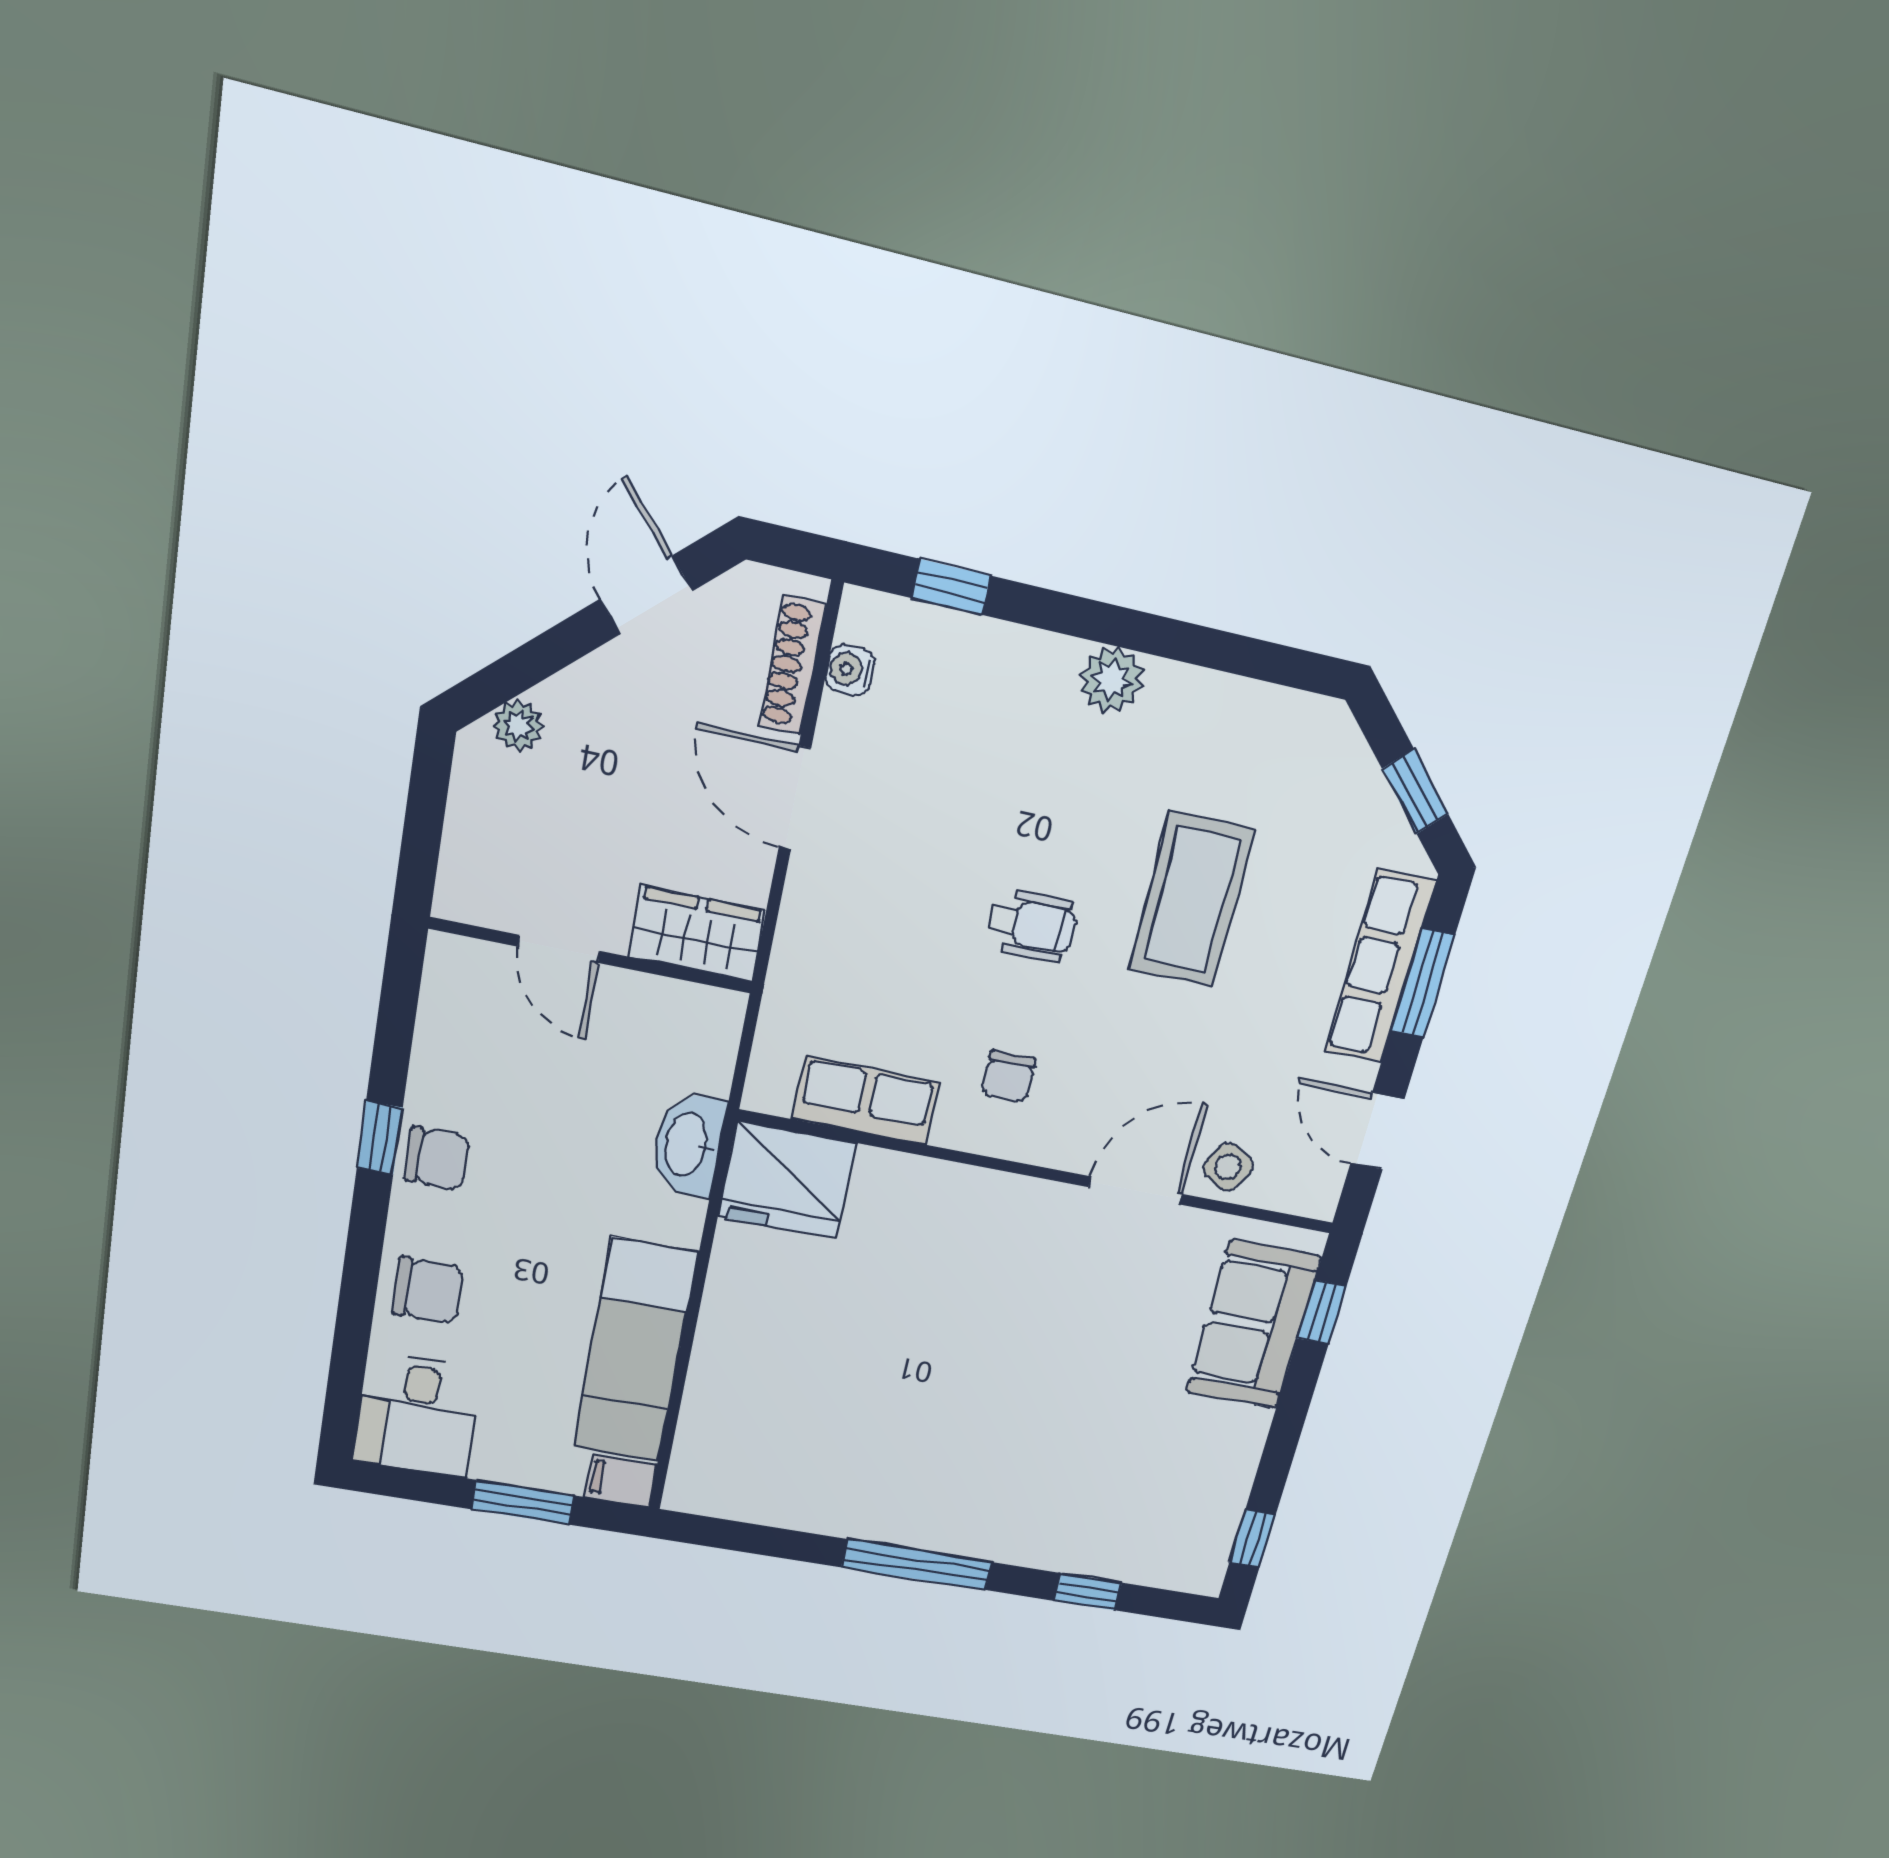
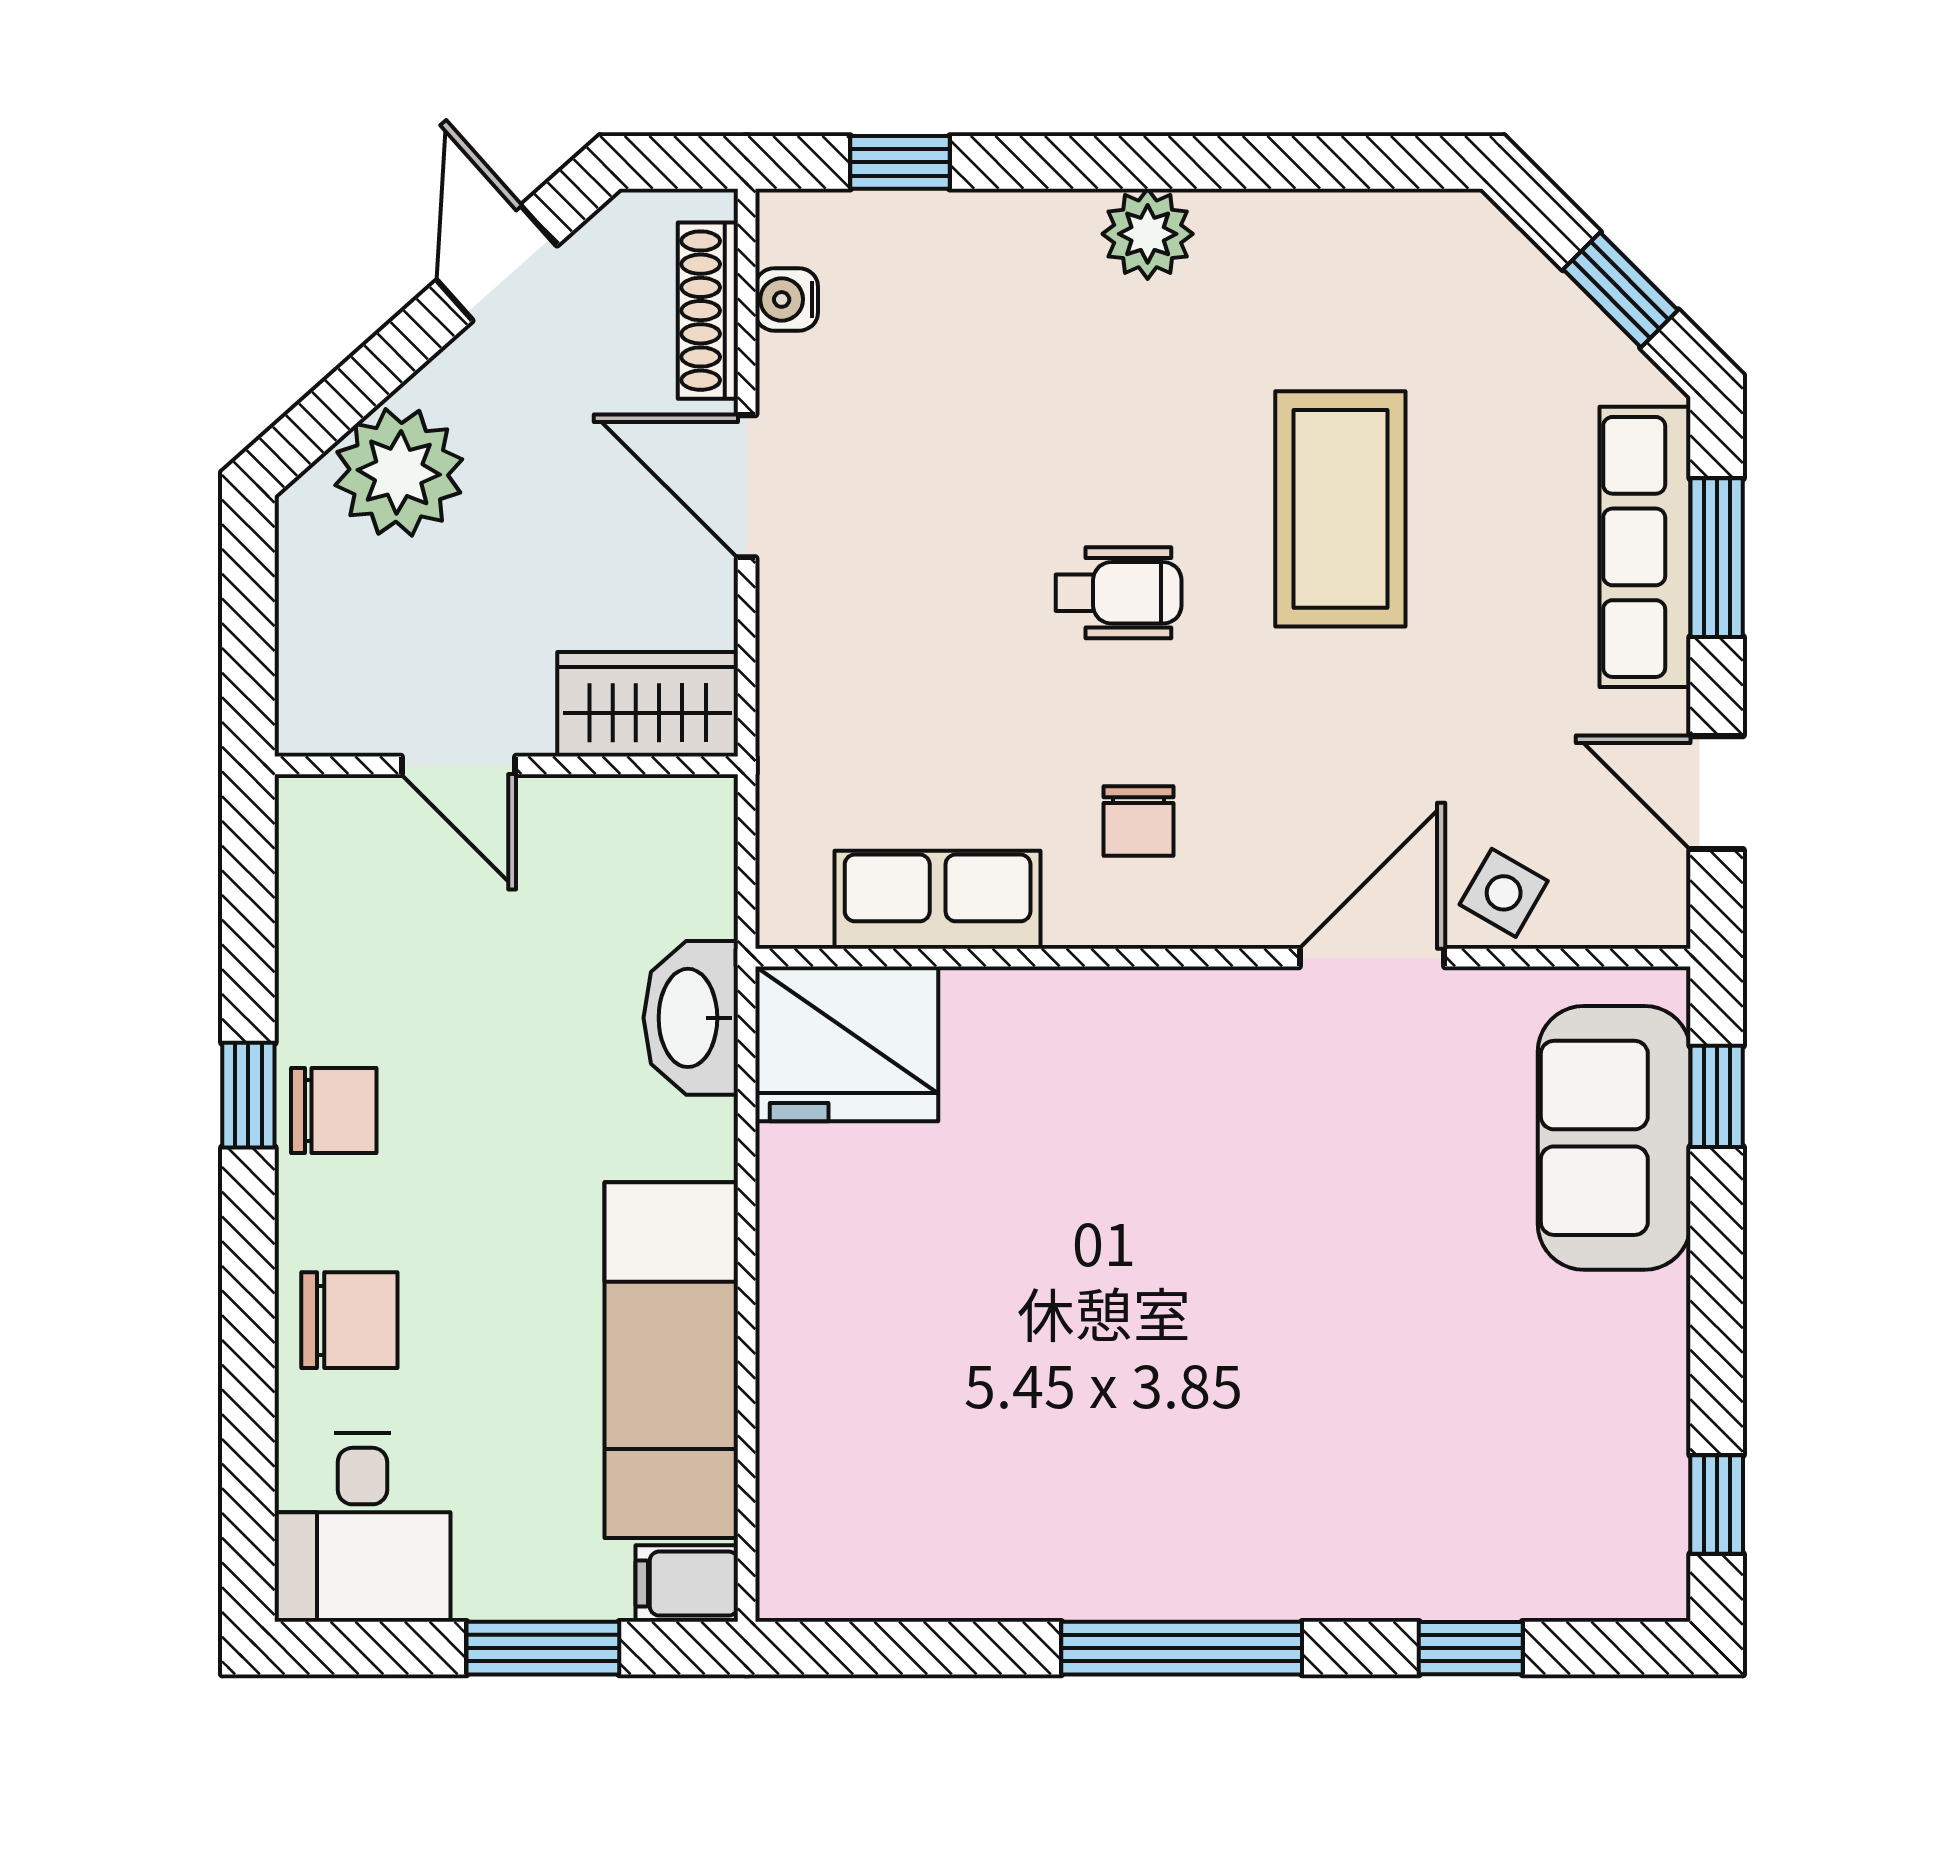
plant: (518, 726) -> (399, 472), width x1.87, depth x1.87

